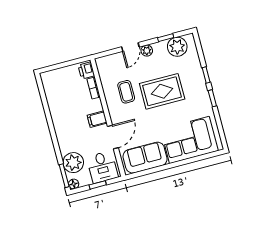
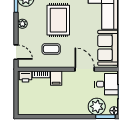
door: (130, 47) -> (16, 52), moved
filing cabinet: (97, 119) -> (56, 78), moved

